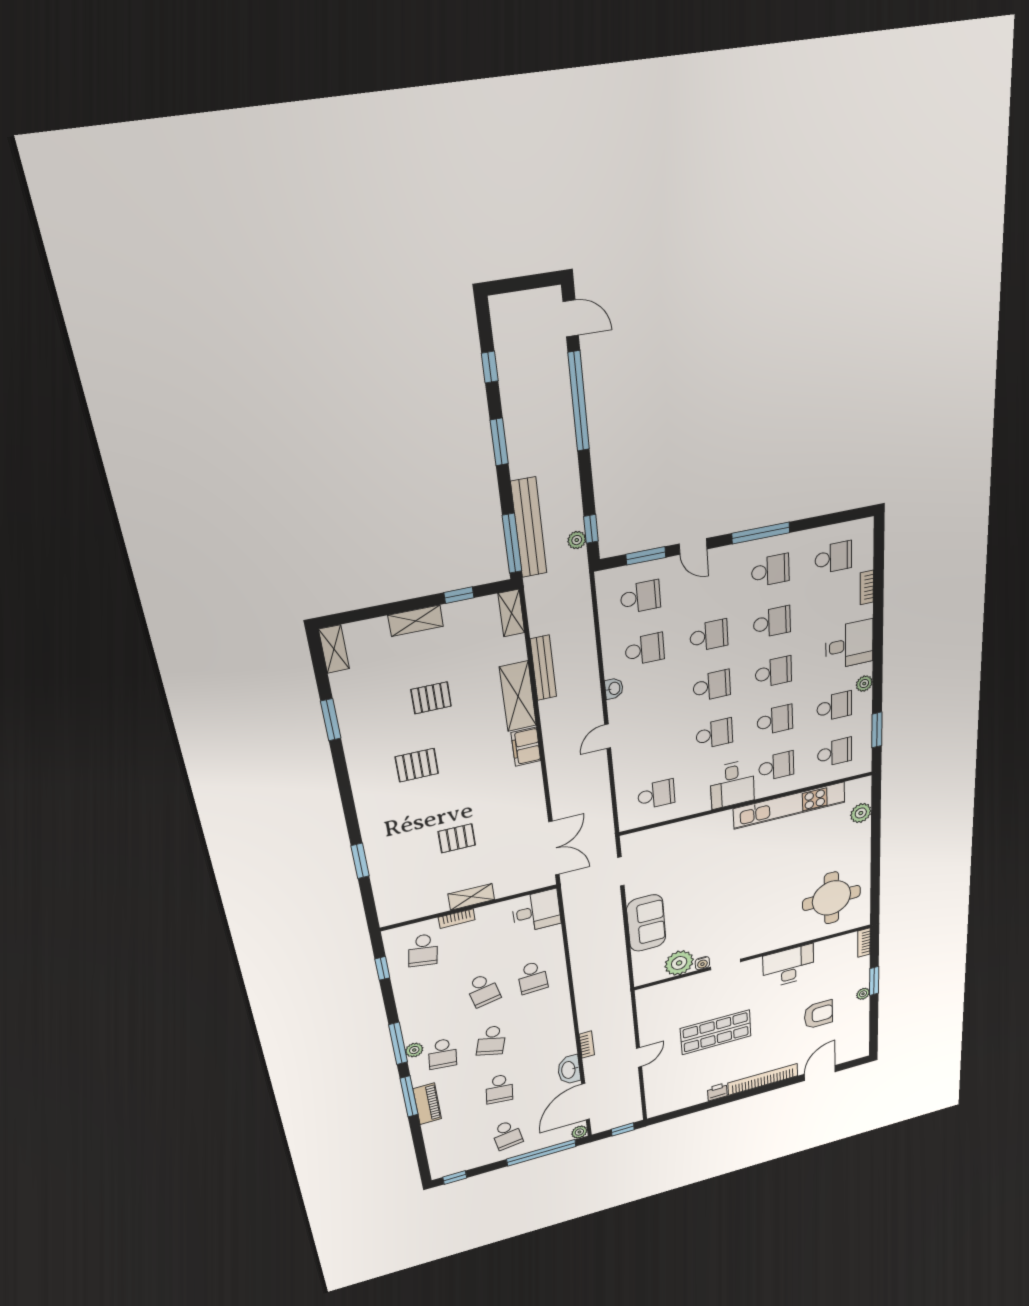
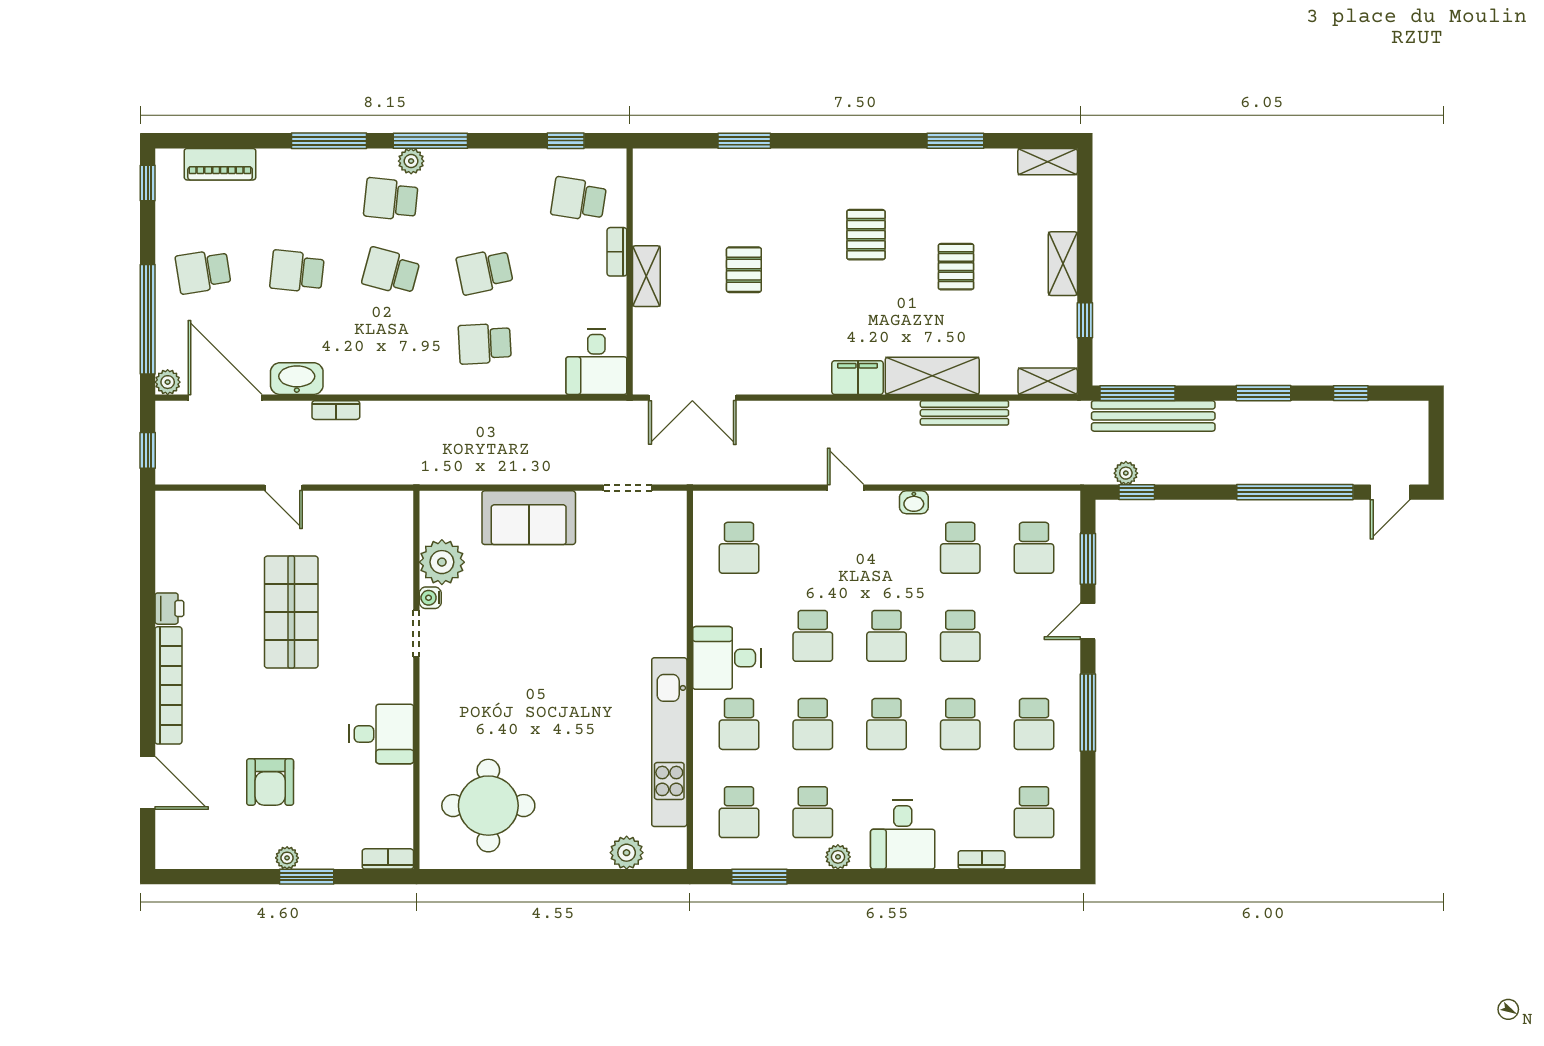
desk: (788, 966) -> (381, 734), width x0.73
piano: (427, 1104) -> (220, 164), moved

